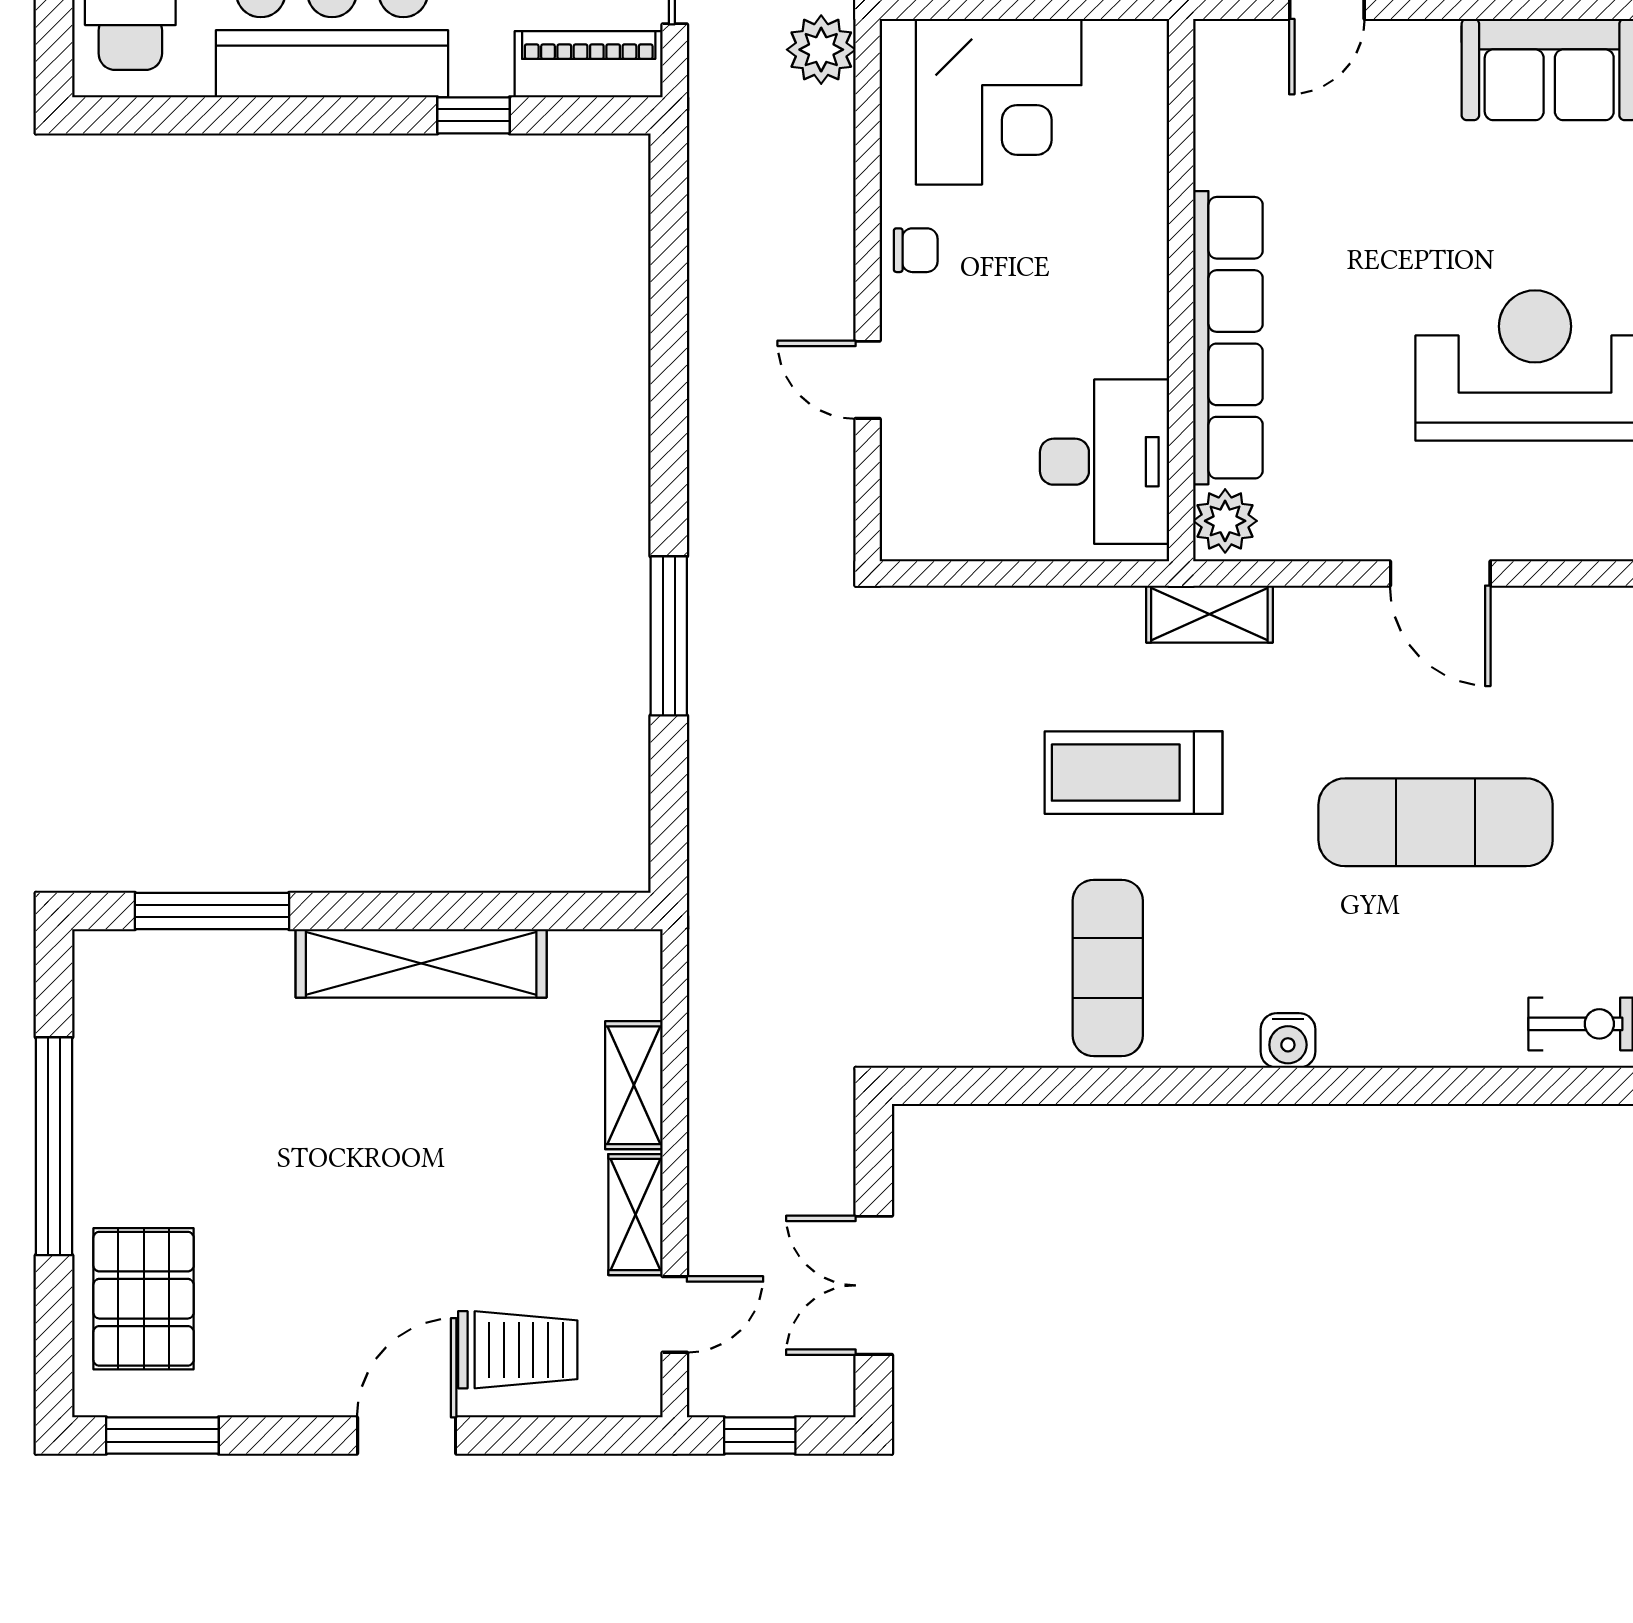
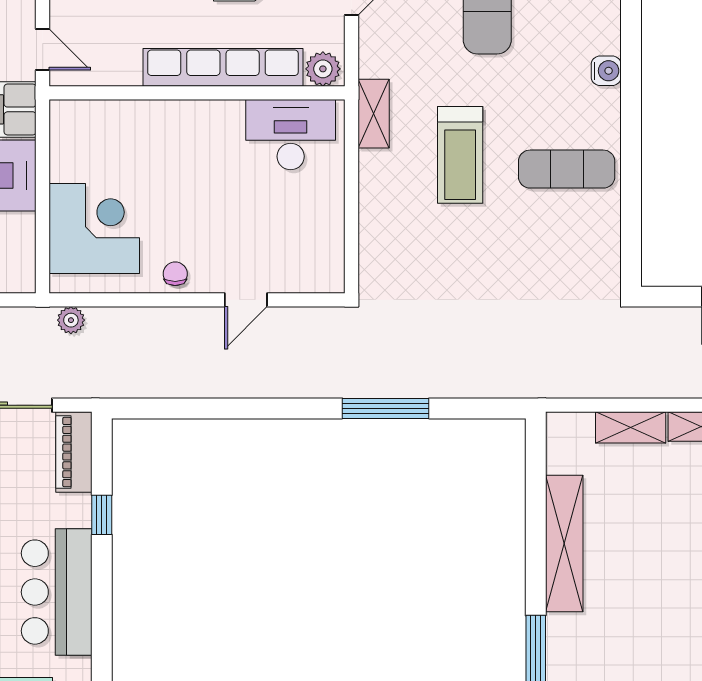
plant: (821, 50) -> (71, 320), width x0.73, depth x0.73
wall: (1181, 290) -> (197, 93), moved
row of seats: (1228, 338) -> (223, 67), moved
desk: (1104, 462) -> (291, 135), moved
plant: (1225, 521) -> (323, 69), moved

